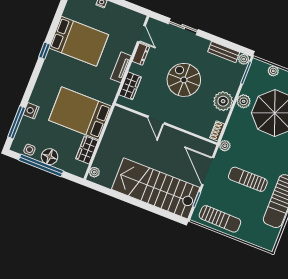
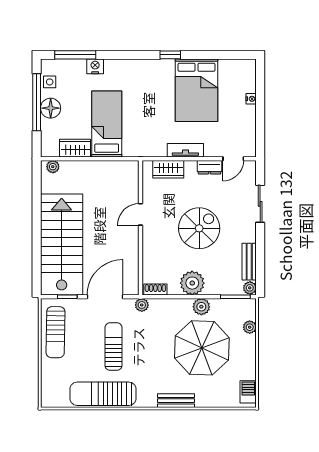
bed: (80, 113) -> (107, 124), width x0.67

